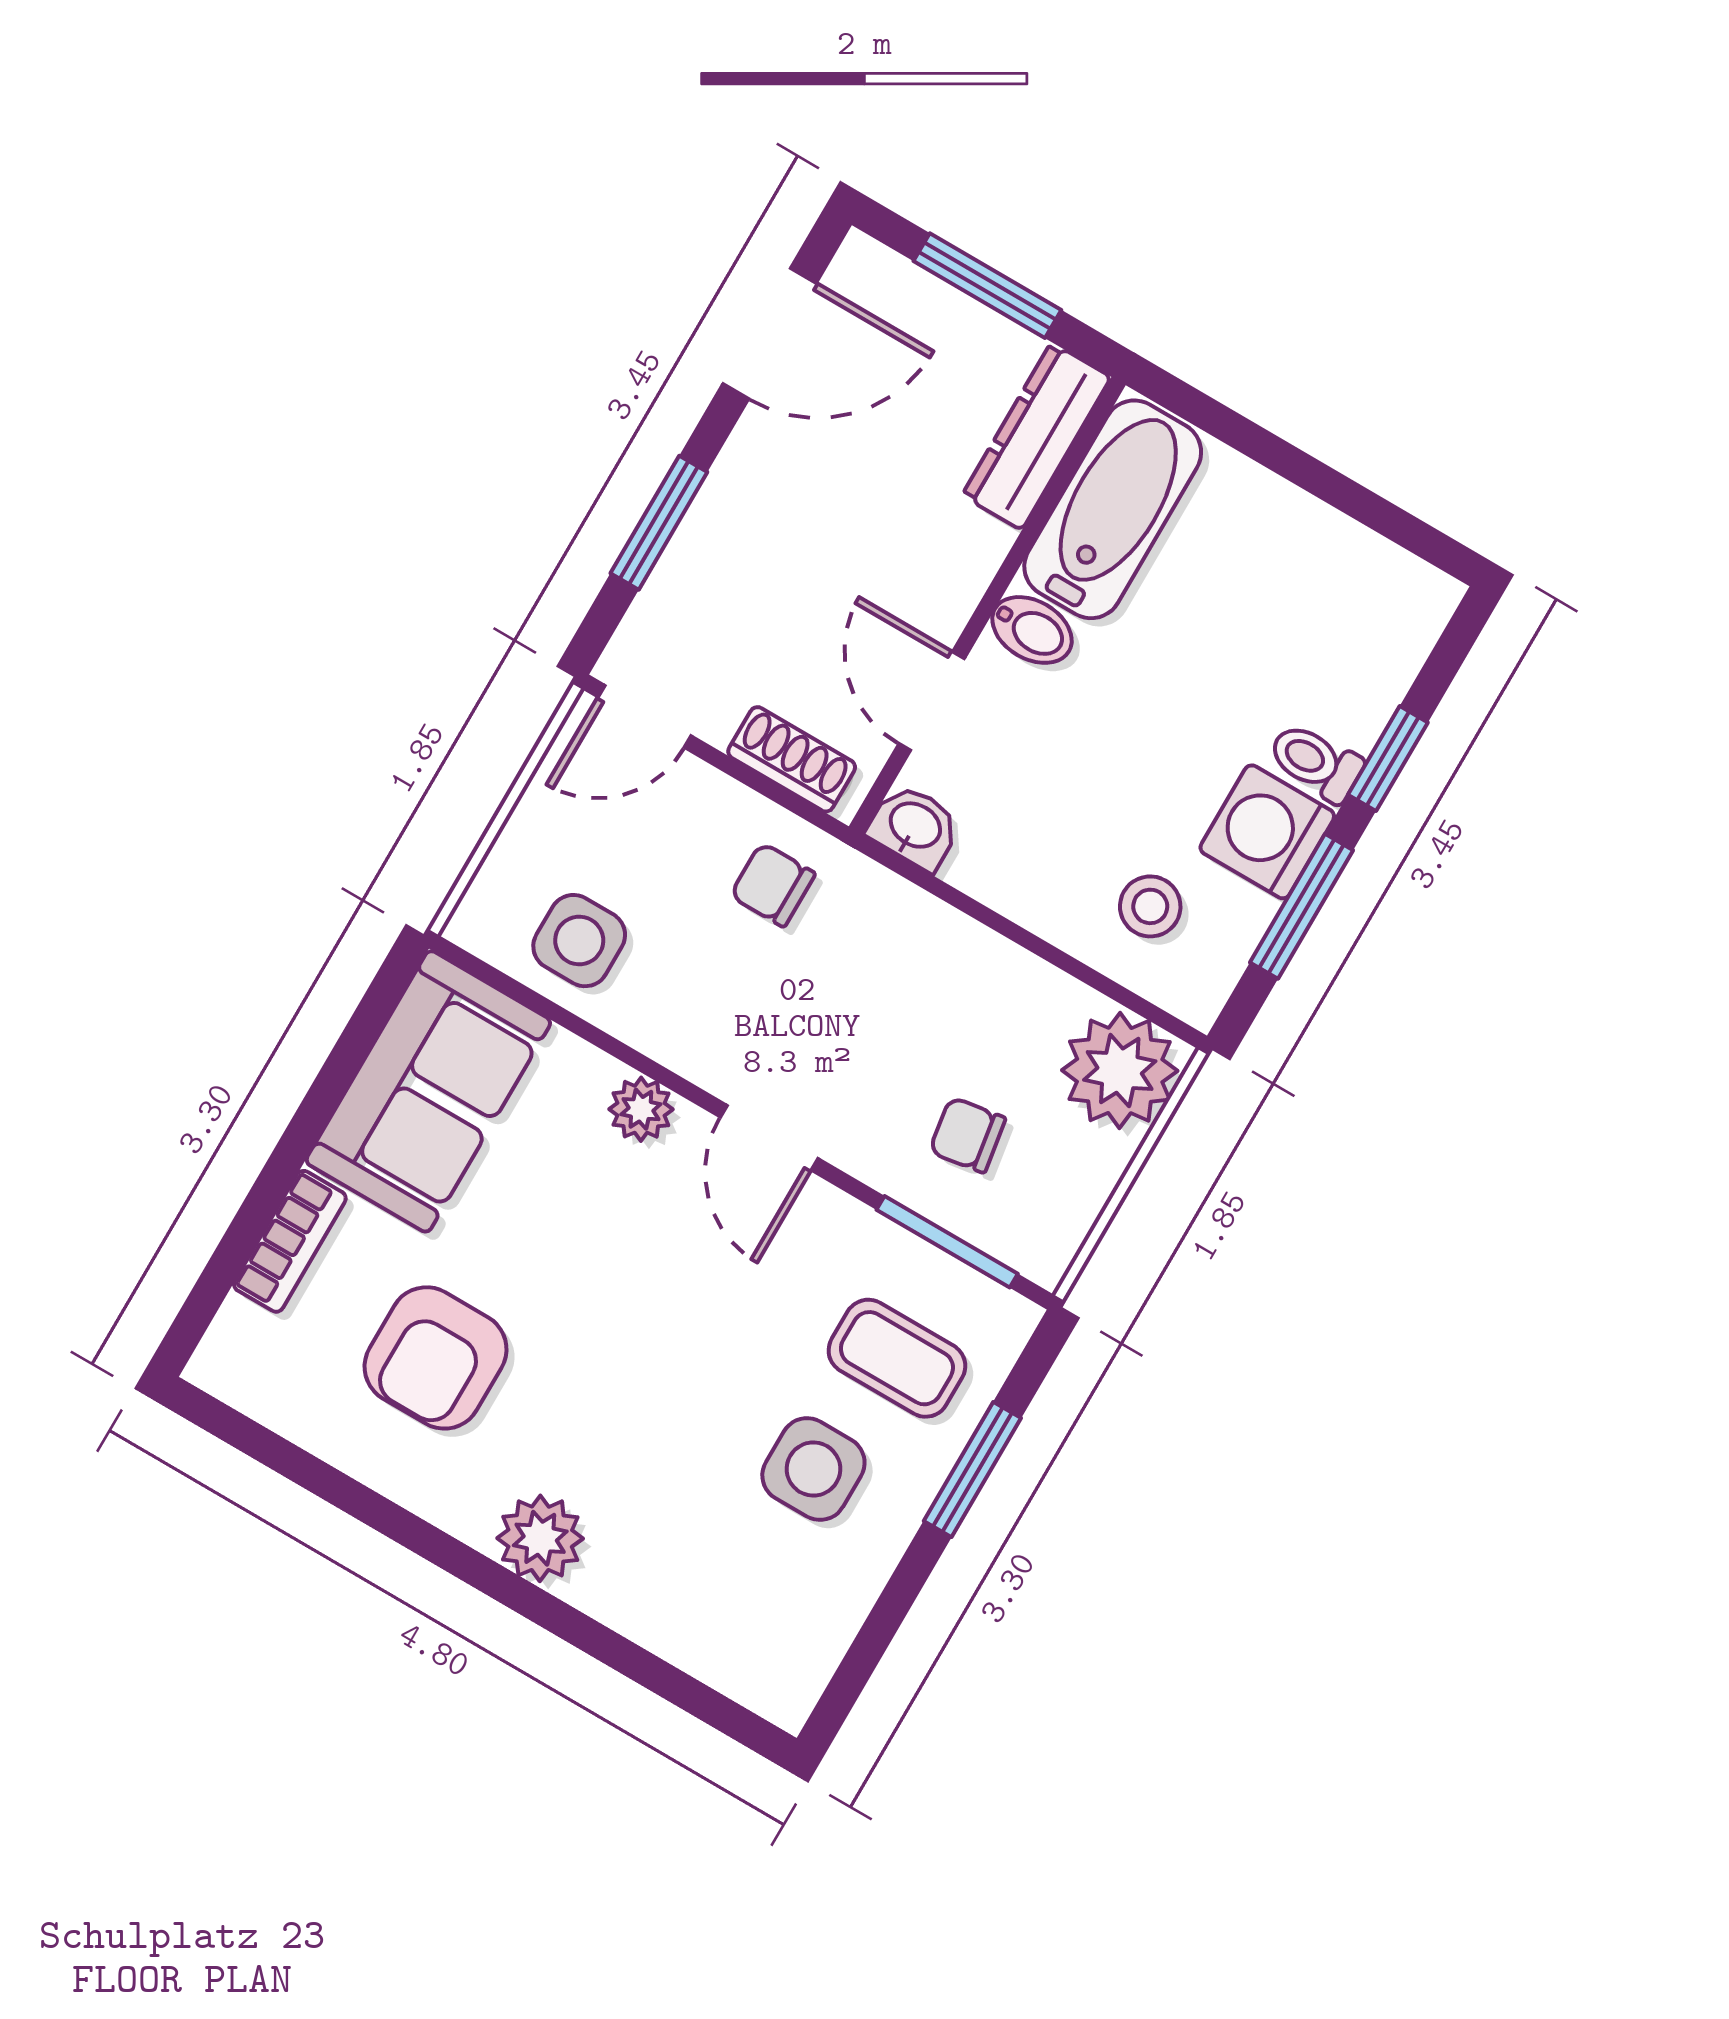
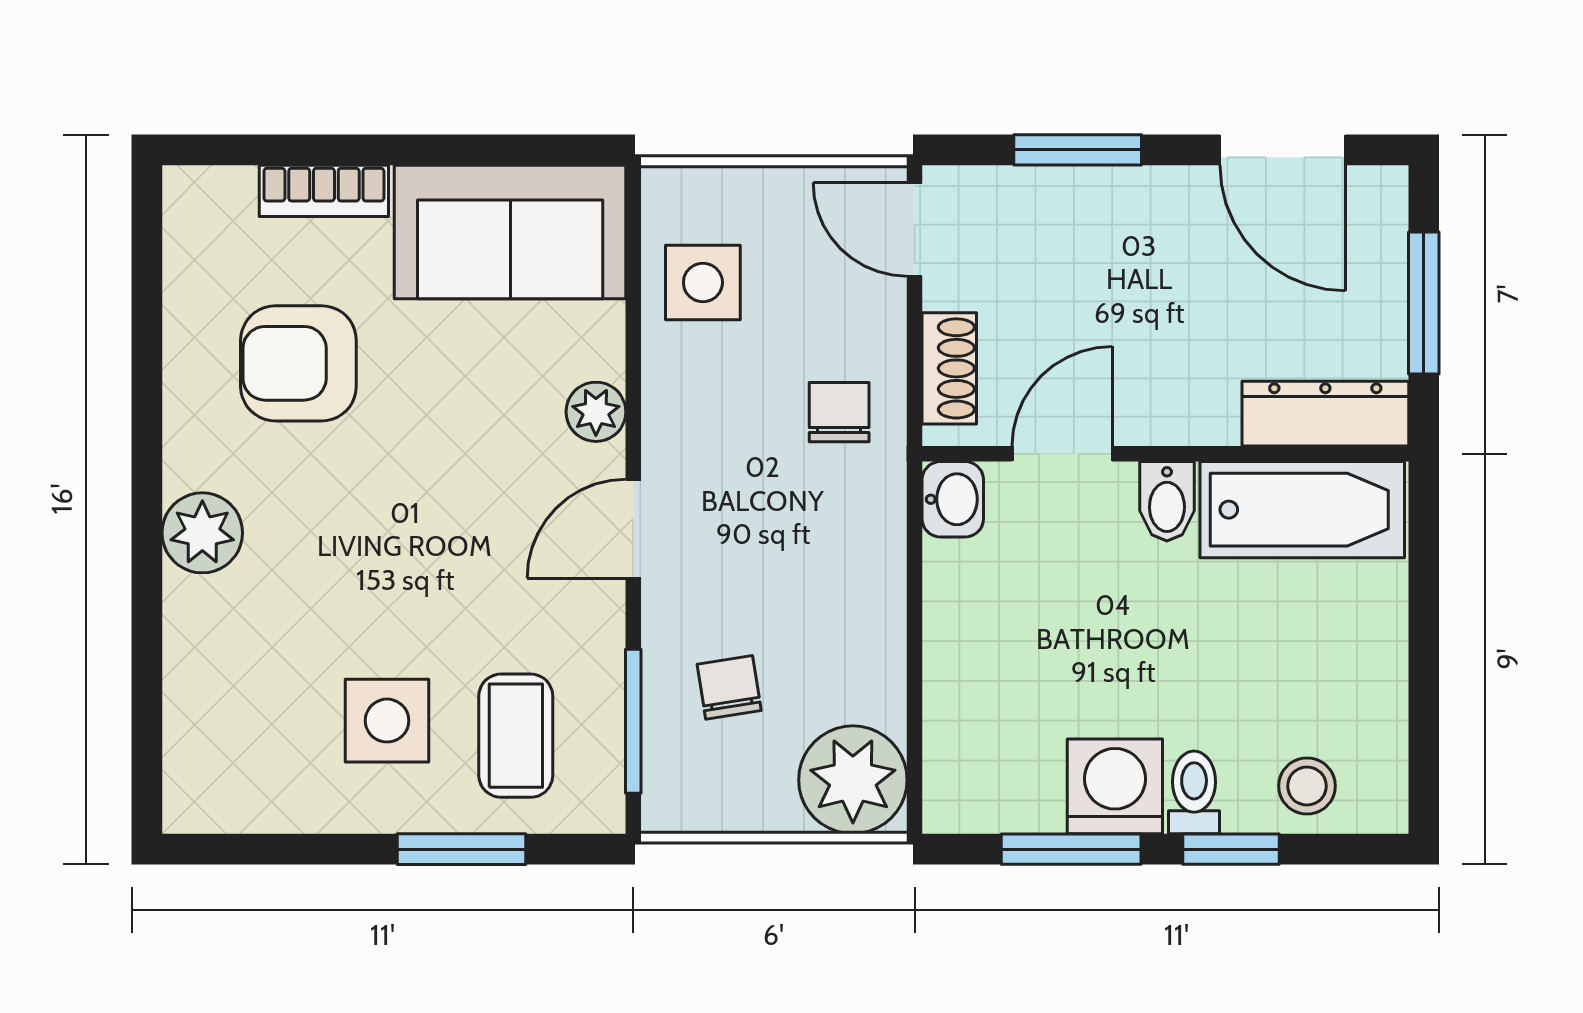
stool: (1150, 906) -> (1307, 786), moved

